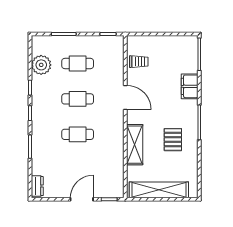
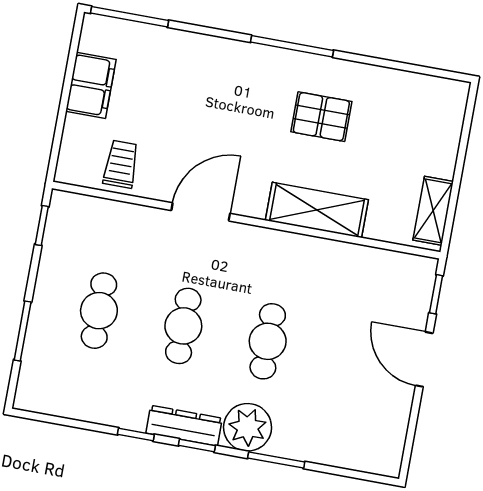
plant: (41, 65) -> (248, 427), moved
filing cabinet: (190, 86) -> (91, 85), moved, turned -90
dresser: (37, 186) -> (184, 426), moved, width x1.44
shelving: (159, 190) -> (433, 211), width x0.45, depth x0.75

